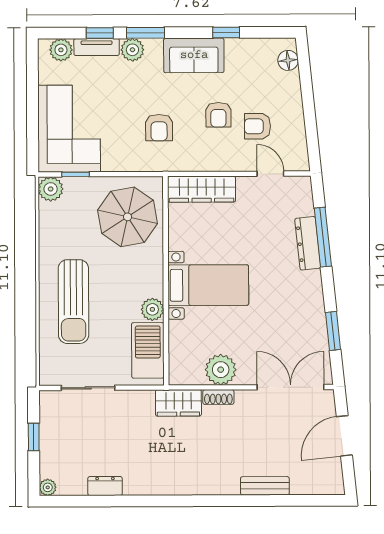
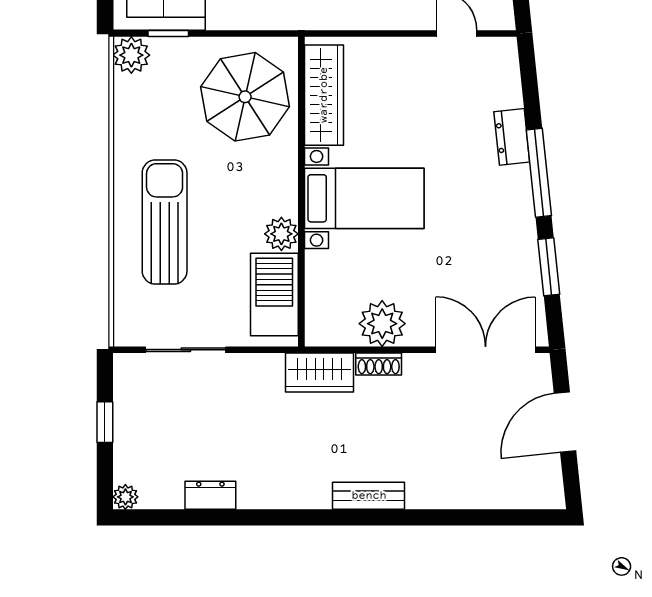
wardrobe: (202, 189) -> (324, 95), moved, turned -90
window: (323, 237) -> (539, 173), moved
dresser: (308, 243) -> (512, 137), width x0.70
sun lounger: (73, 302) -> (165, 222), turned 180
bench: (265, 486) -> (369, 496), moved

